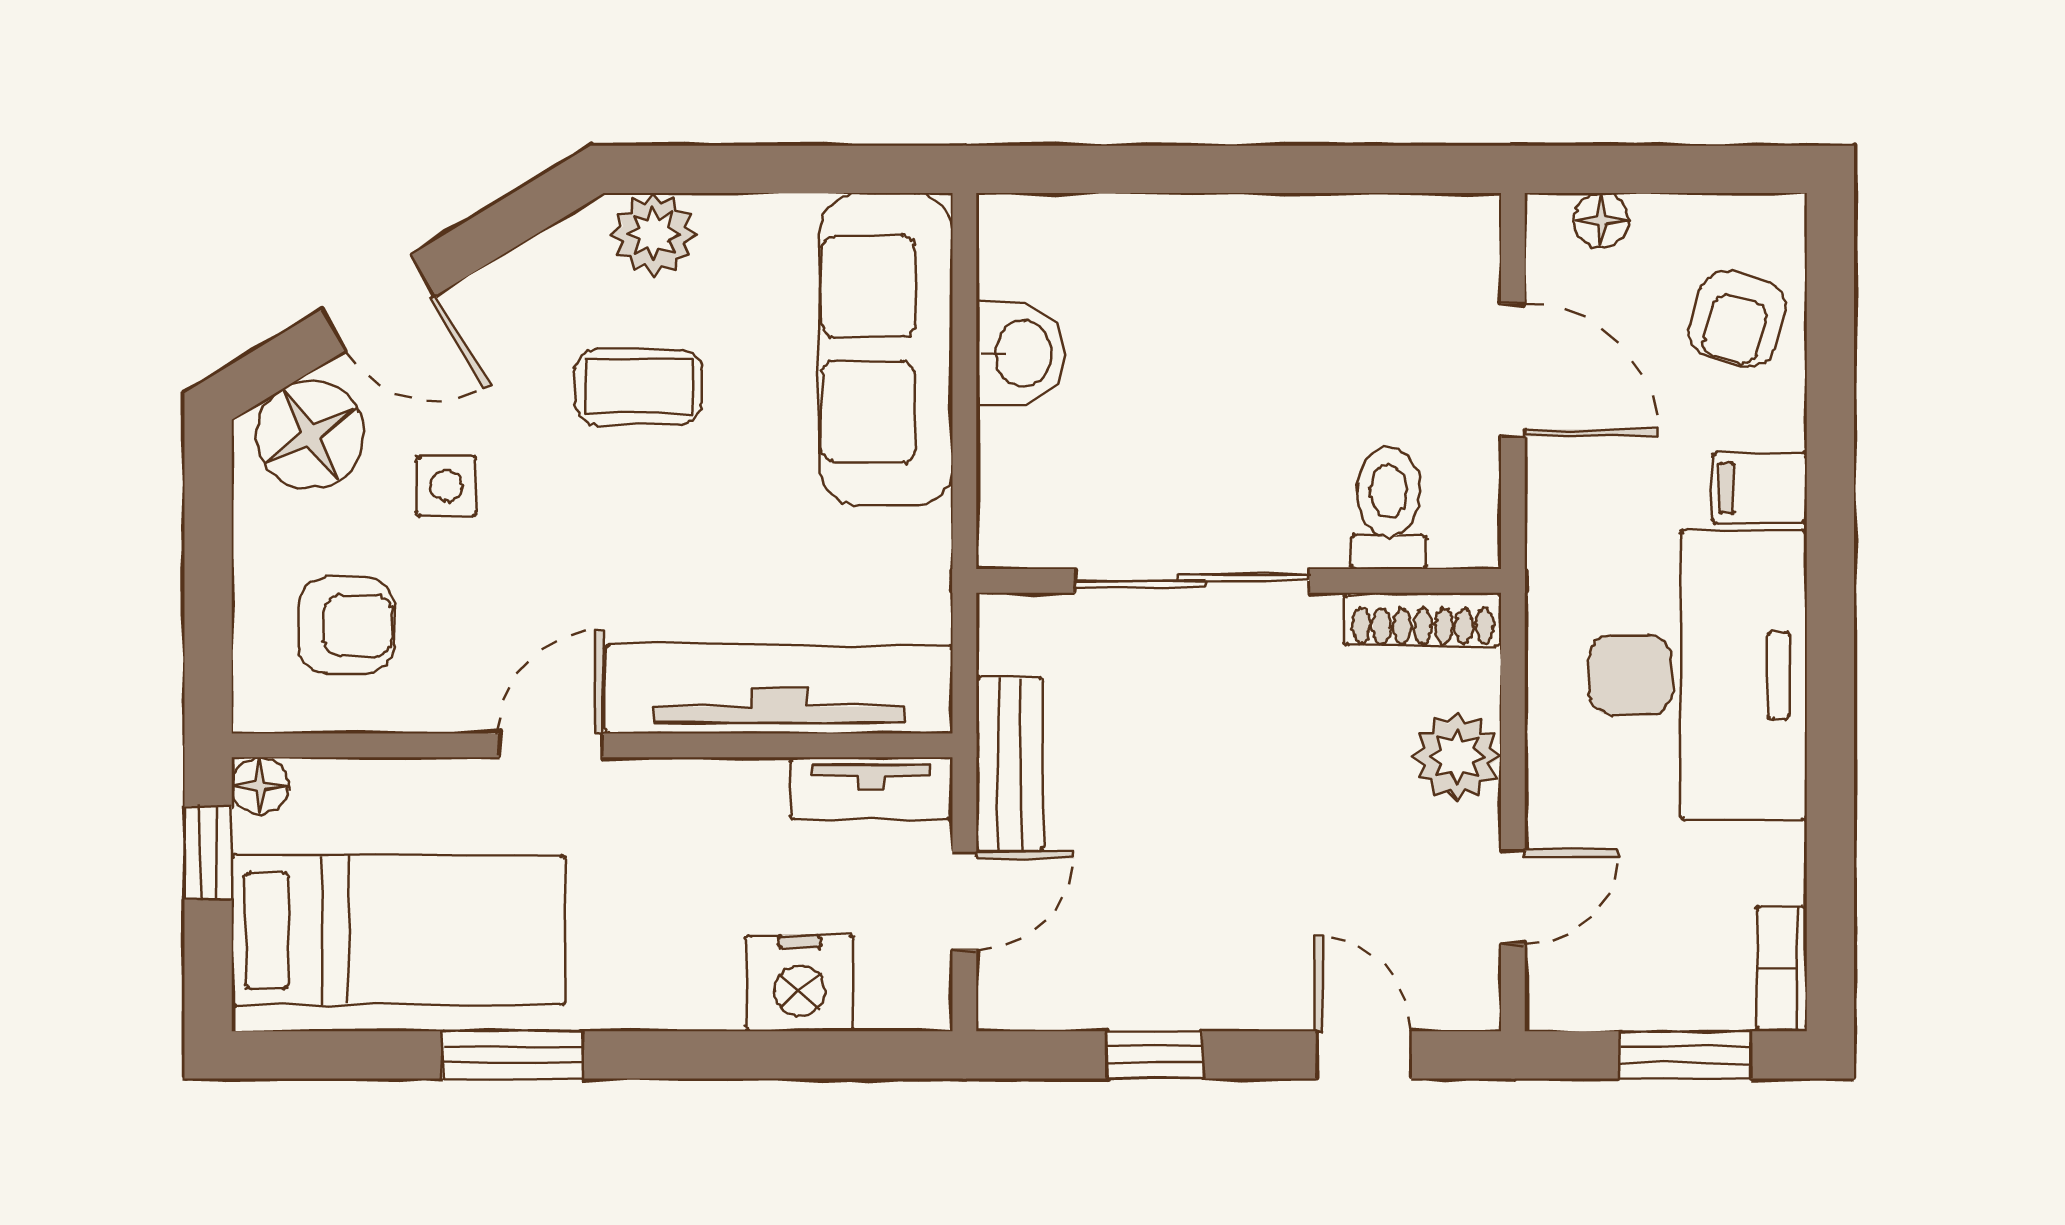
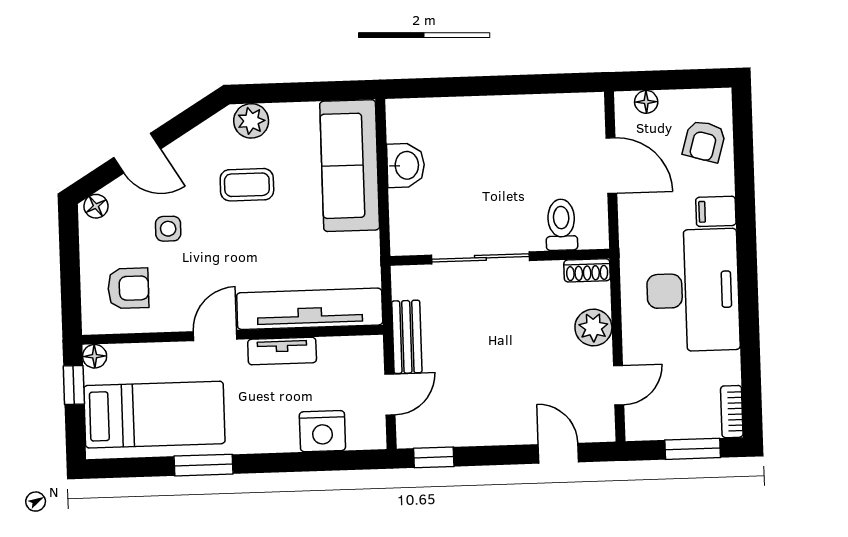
floor lamp: (310, 435) -> (96, 206), width x0.53, depth x0.53
shoe rack: (1423, 619) -> (587, 270), width x0.70
tv unit: (871, 788) -> (282, 351), moved
window: (1155, 1055) -> (434, 457), moved

